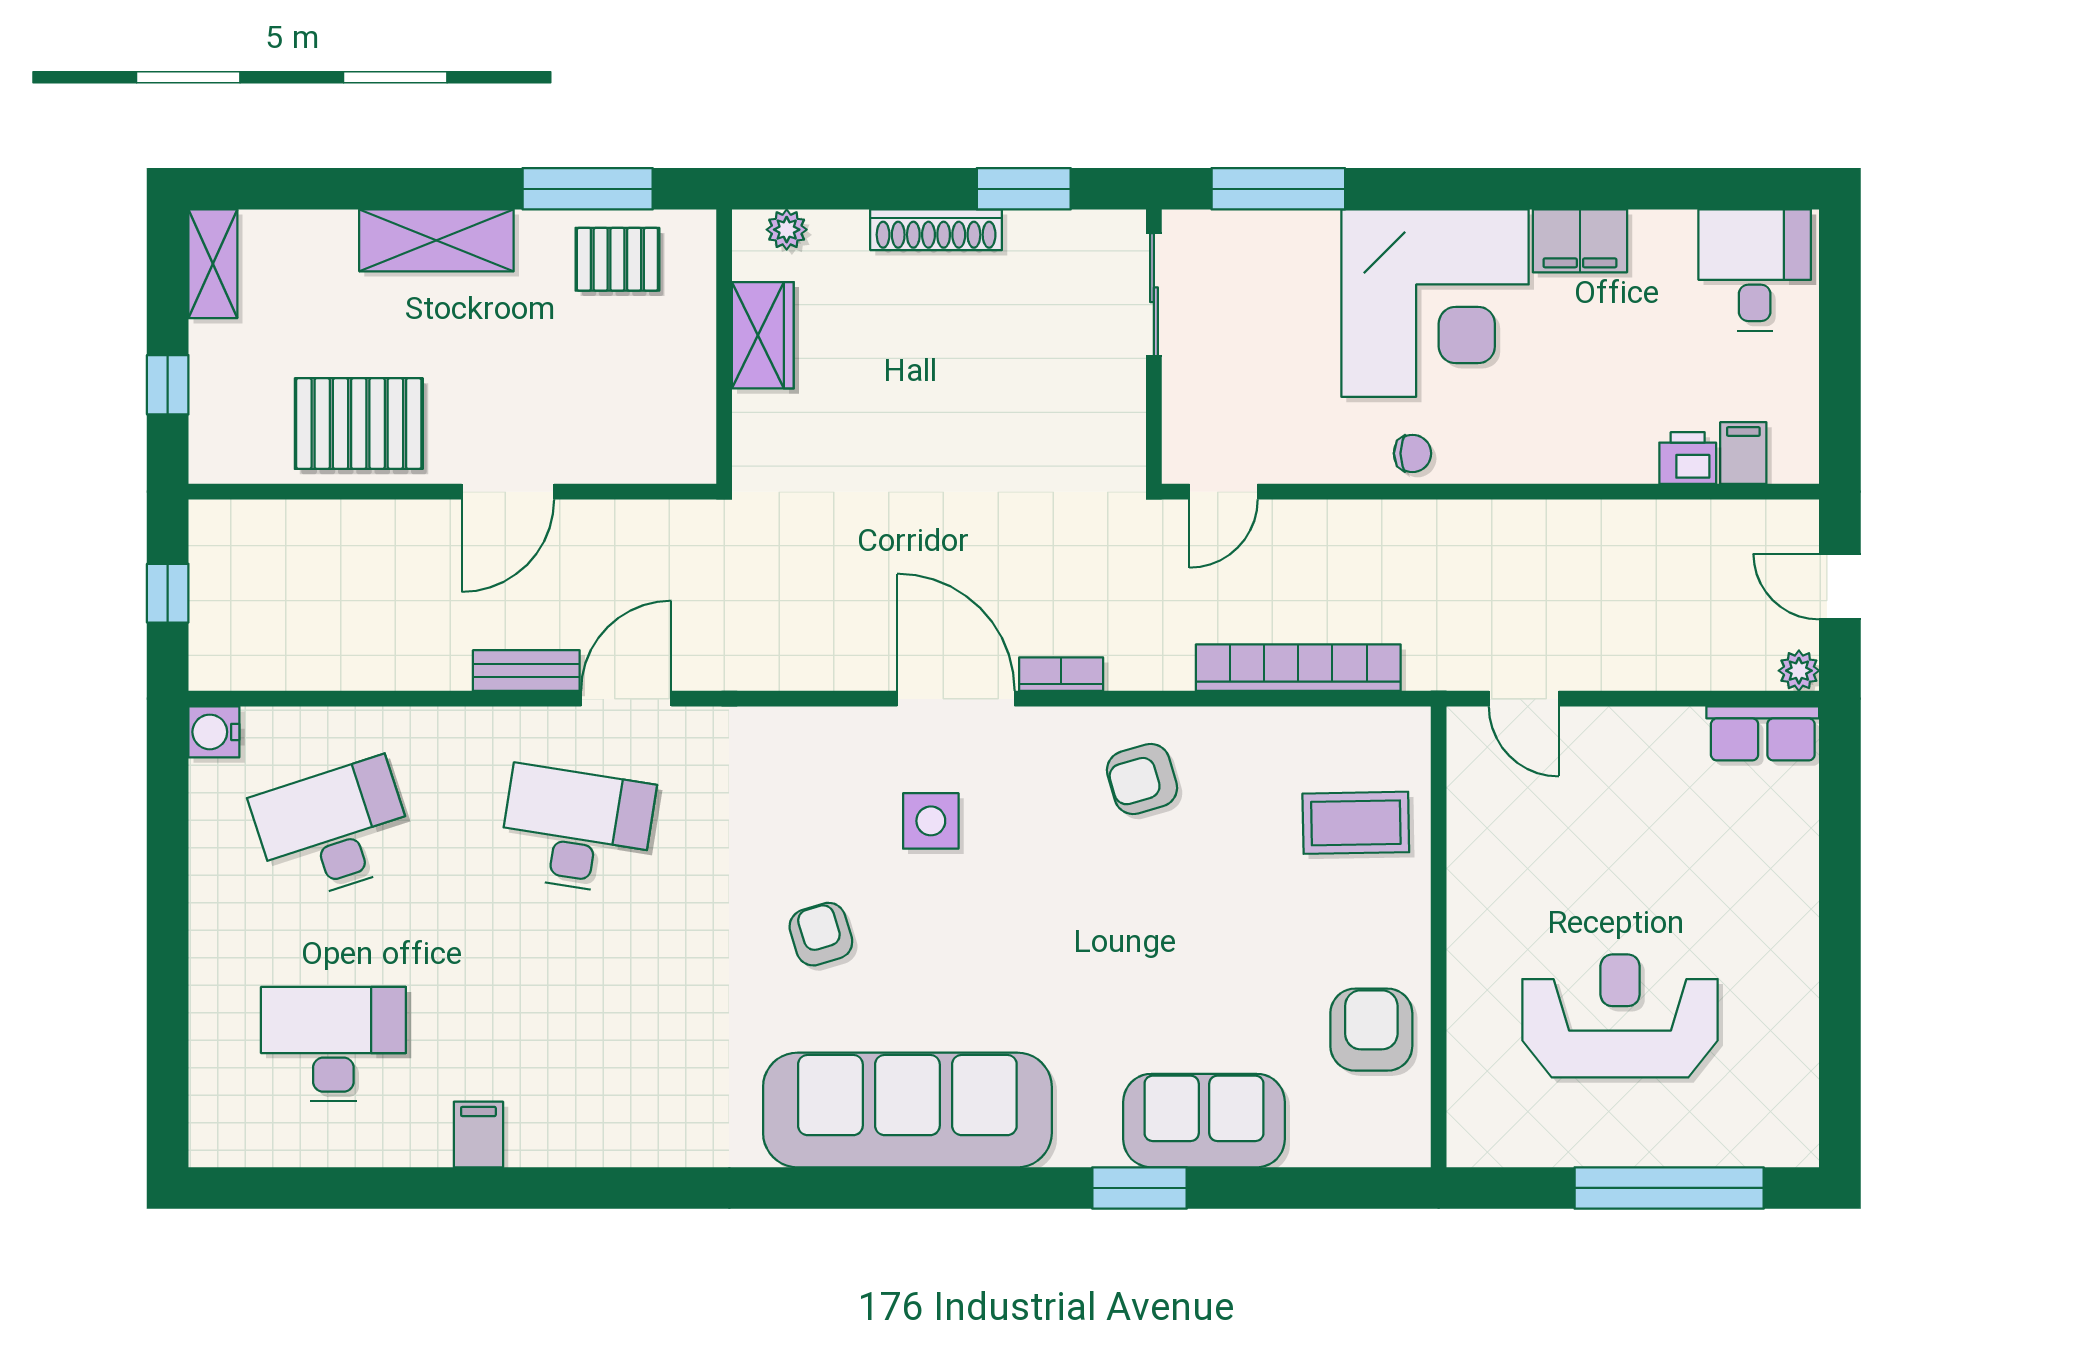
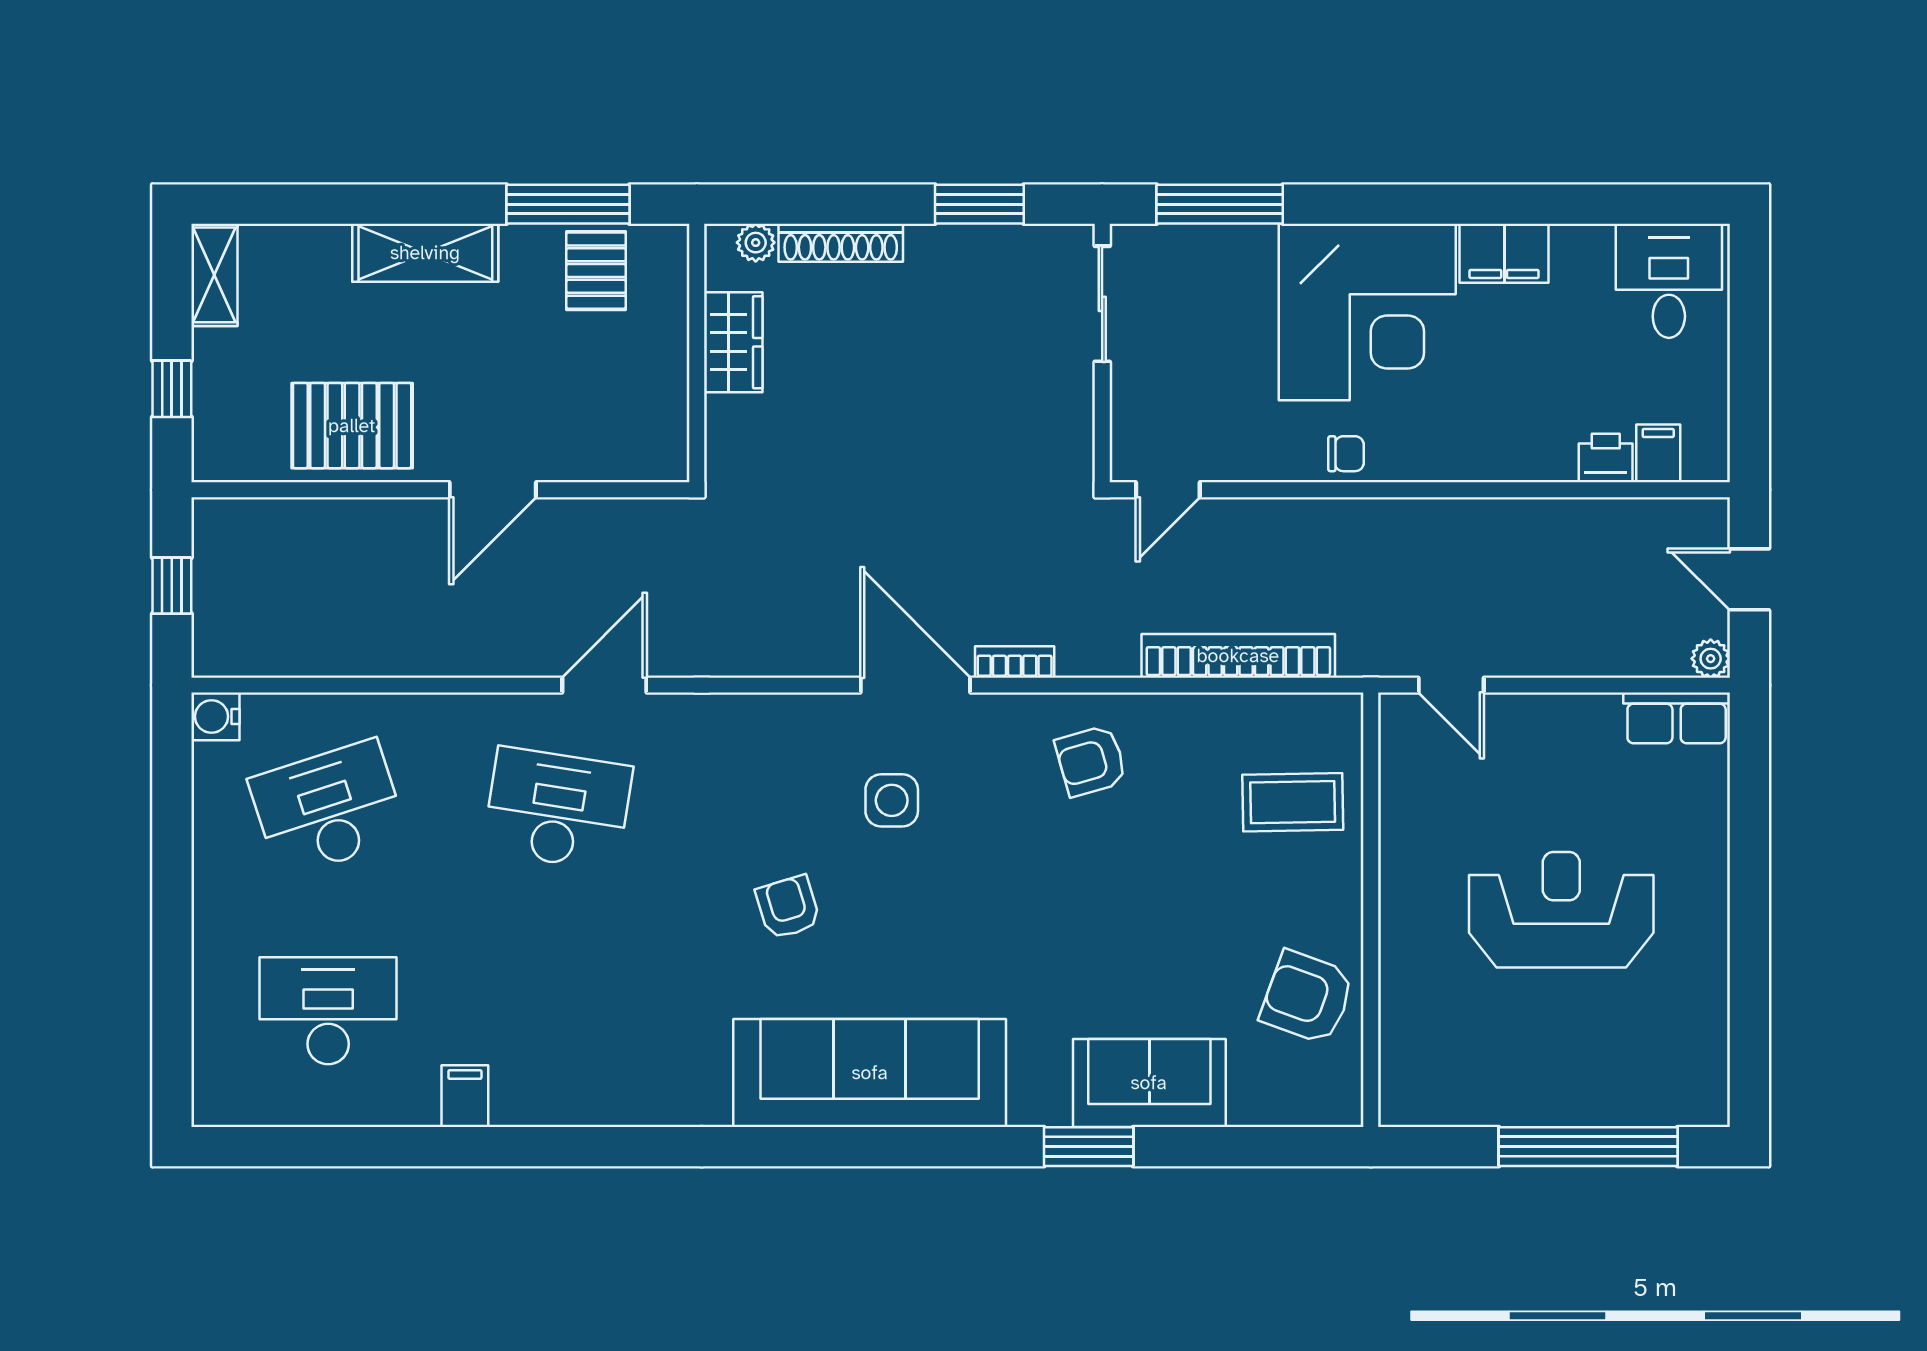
shoe rack: (936, 230) -> (841, 243), moved
pallet: (617, 259) -> (596, 271), turned 90
bench: (526, 671) -> (510, 659), removed
reception desk: (1620, 1016) -> (1561, 910), moved
armchair: (1371, 1030) -> (1307, 997), turned -70

